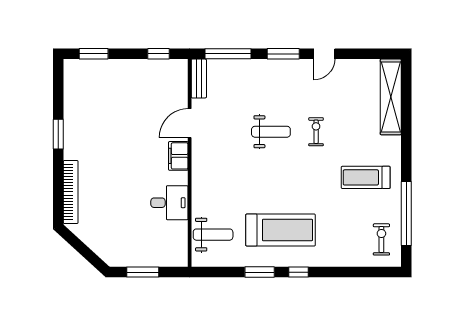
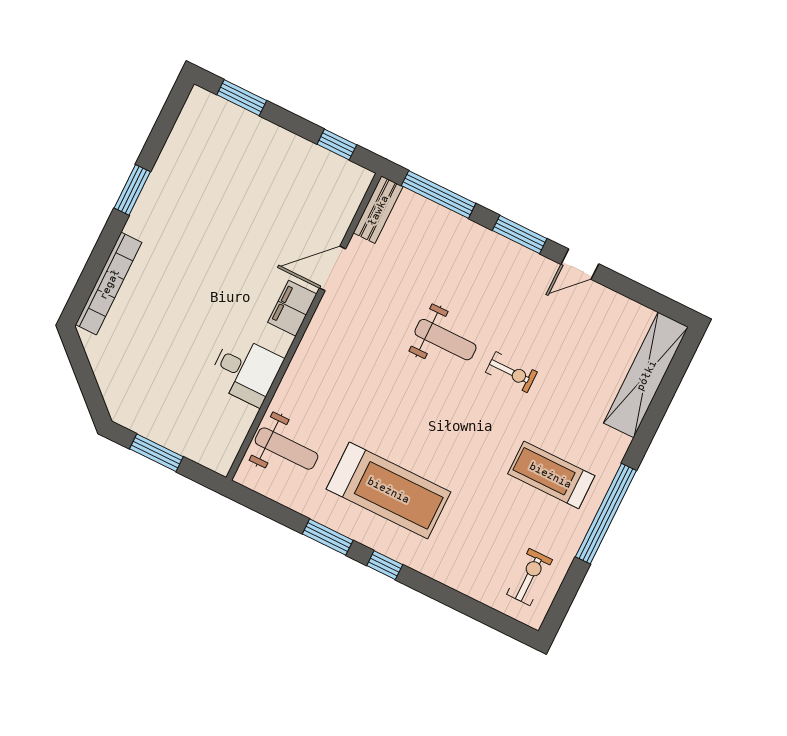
exercise bike: (316, 132) -> (511, 372), turned 90
window: (406, 214) -> (606, 514), moved

